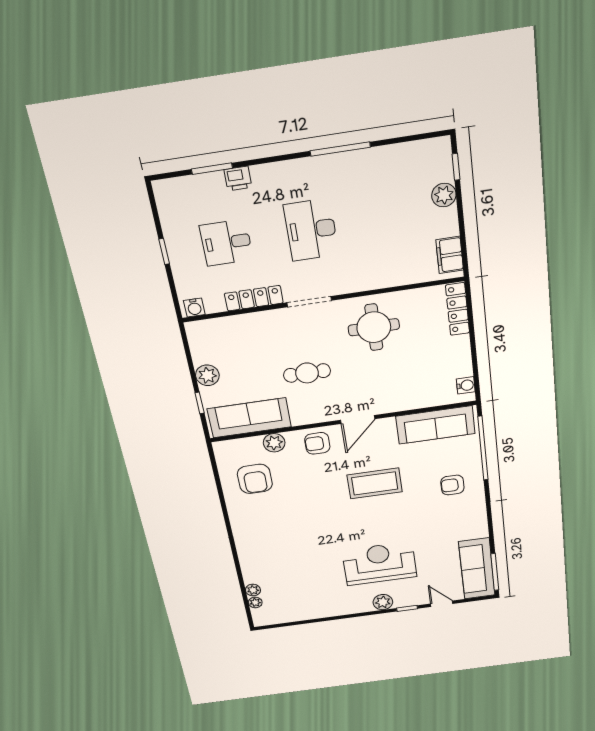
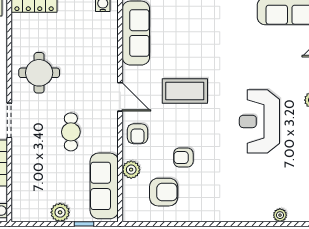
coffee table: (375, 483) -> (185, 91), turned 90
armchair: (452, 485) -> (183, 158), moved, turned 90
reception desk: (379, 564) -> (259, 121), moved
plant: (255, 602) -> (294, 216), removed

